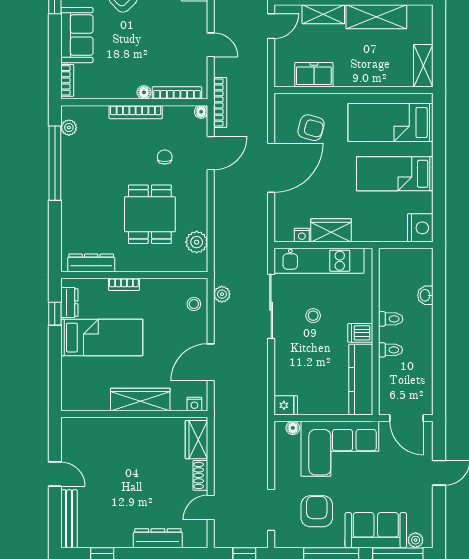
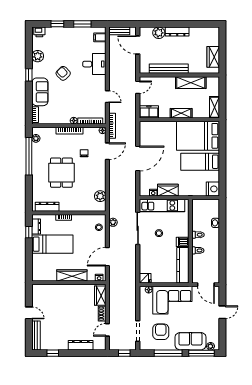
shelving: (323, 14) -> (181, 113), moved
freezer: (314, 75) -> (149, 112), moved
bed: (391, 123) -> (198, 136), width x1.50
armchair: (311, 128) -> (158, 138), removed
dining table: (150, 214) -> (61, 173), moved

